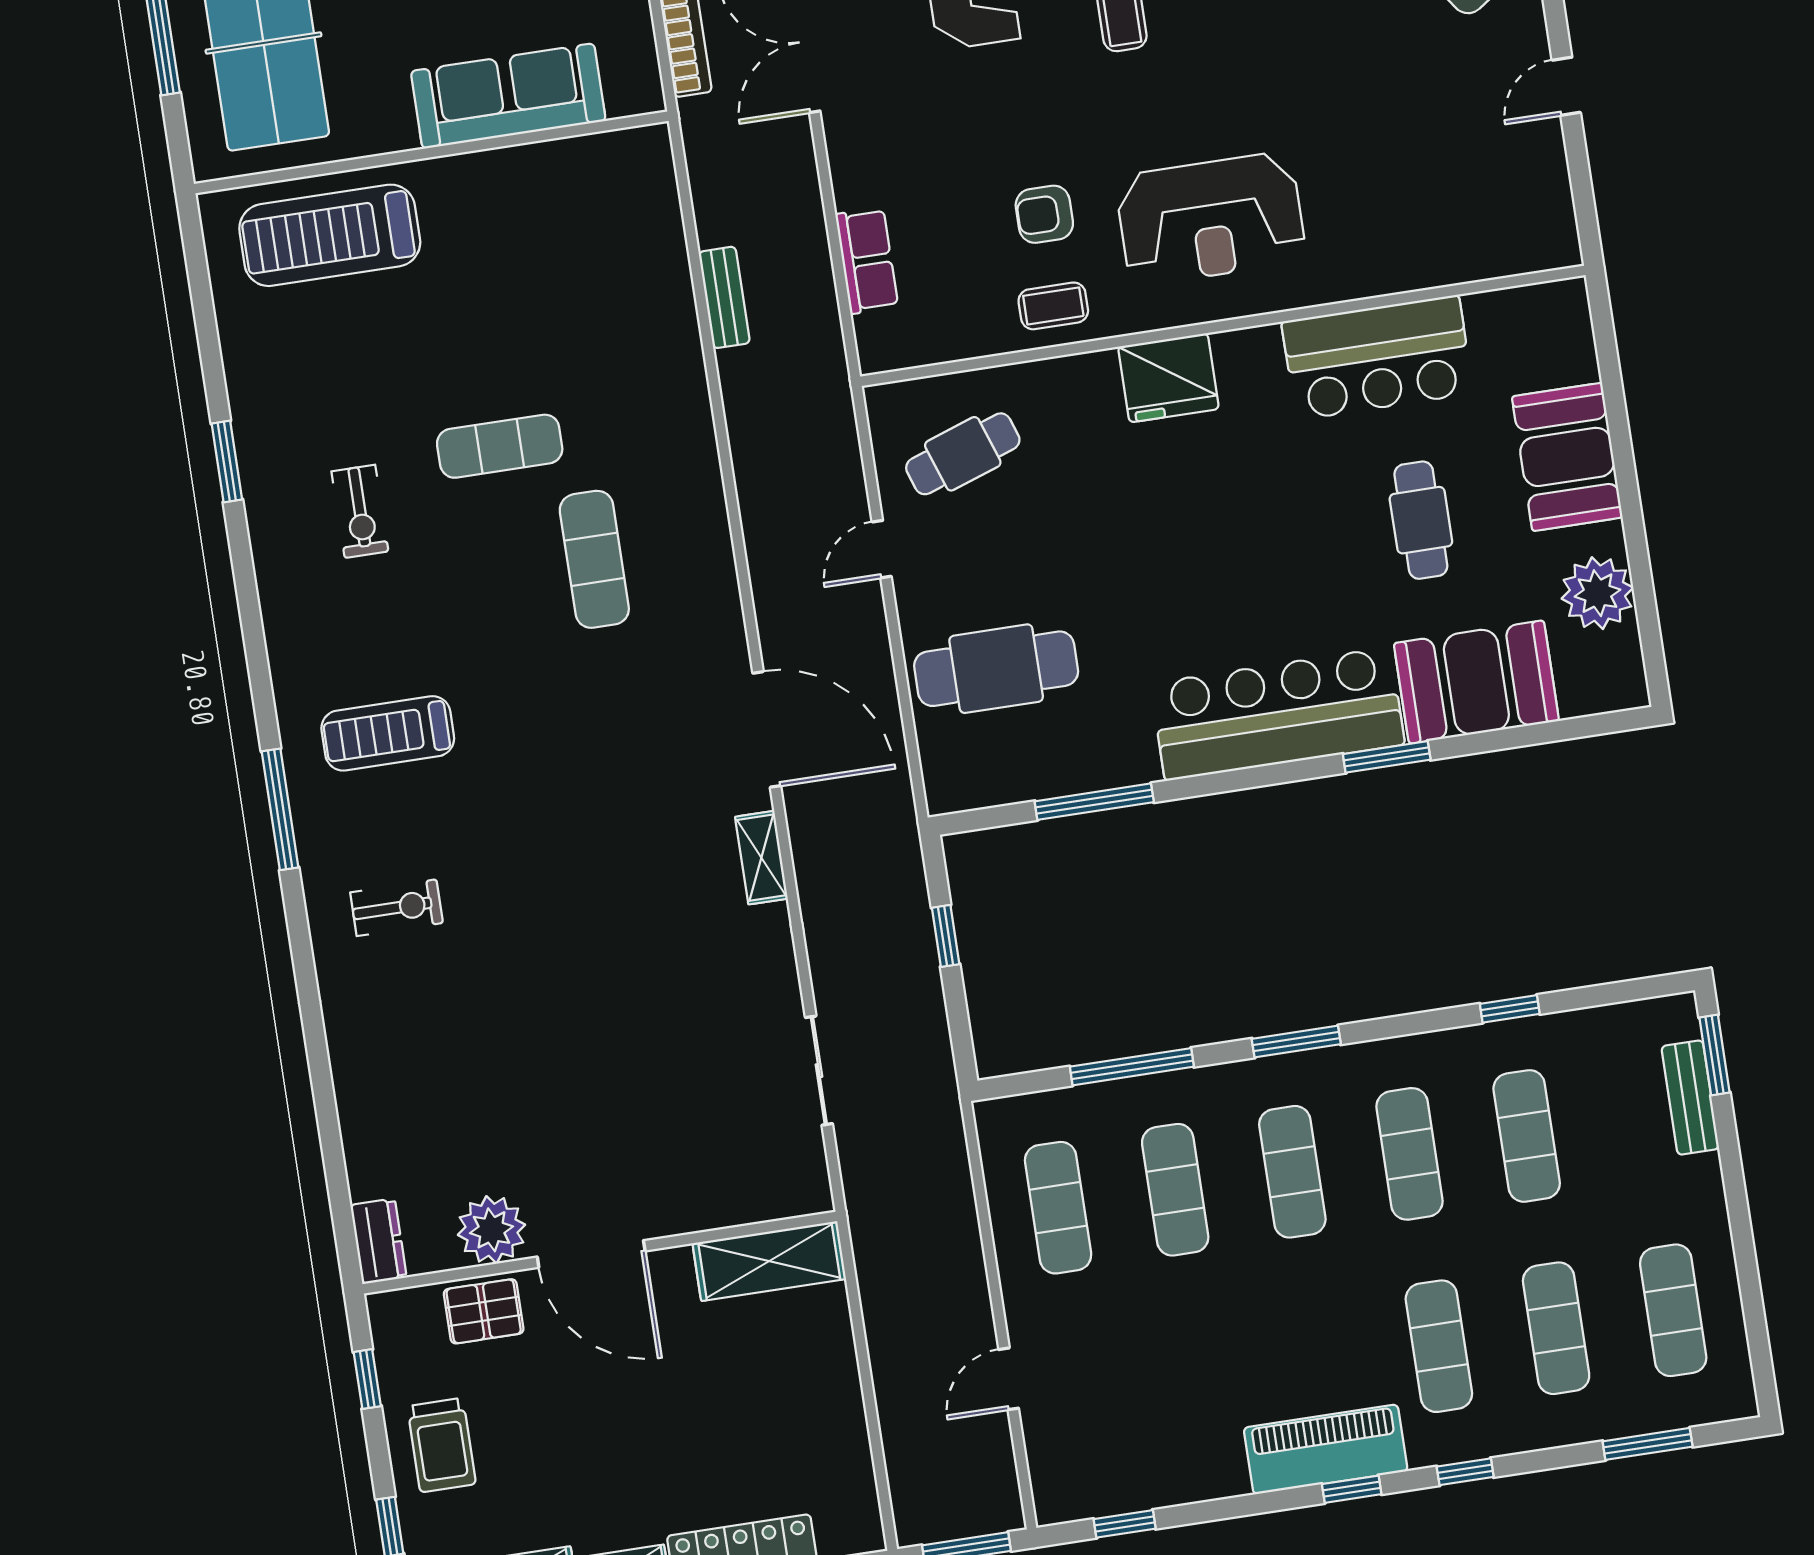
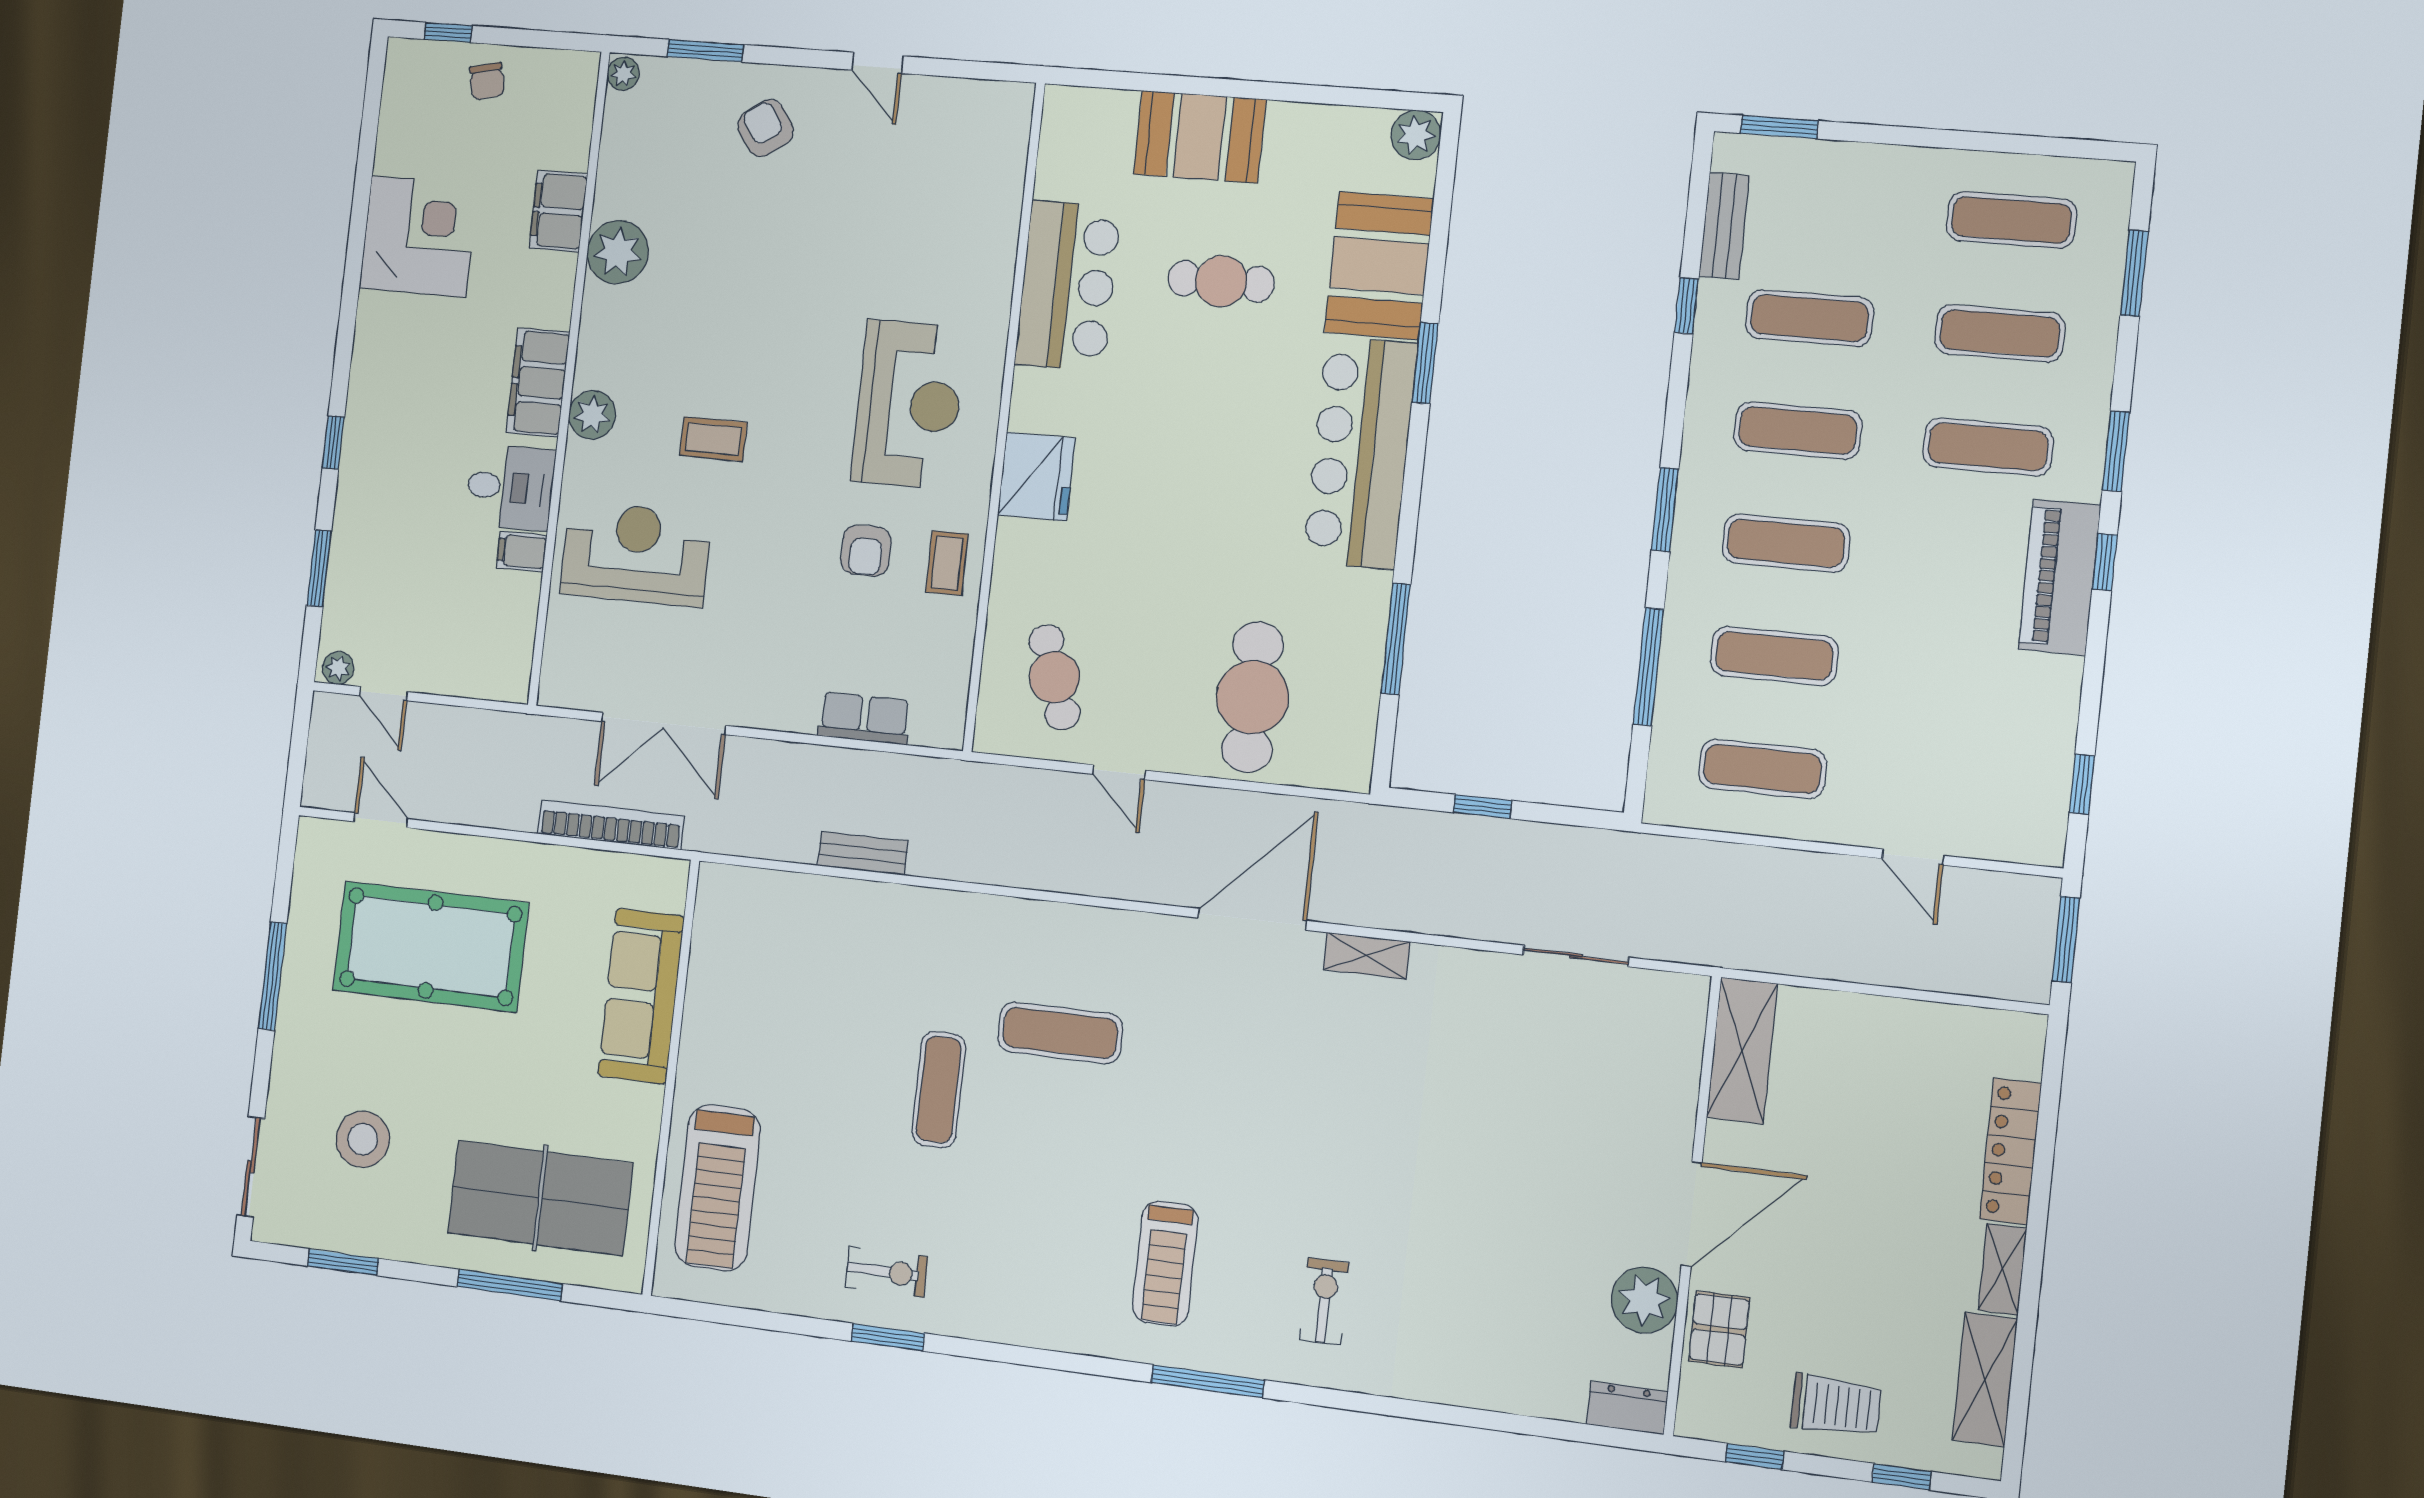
exercise bike: (360, 511) -> (887, 1272), moved
plant: (1597, 593) -> (1416, 135), moved, width x0.73, depth x0.73
bench: (1690, 1098) -> (1724, 226), moved, turned 90
window: (1465, 1472) -> (2116, 451), width x1.50

